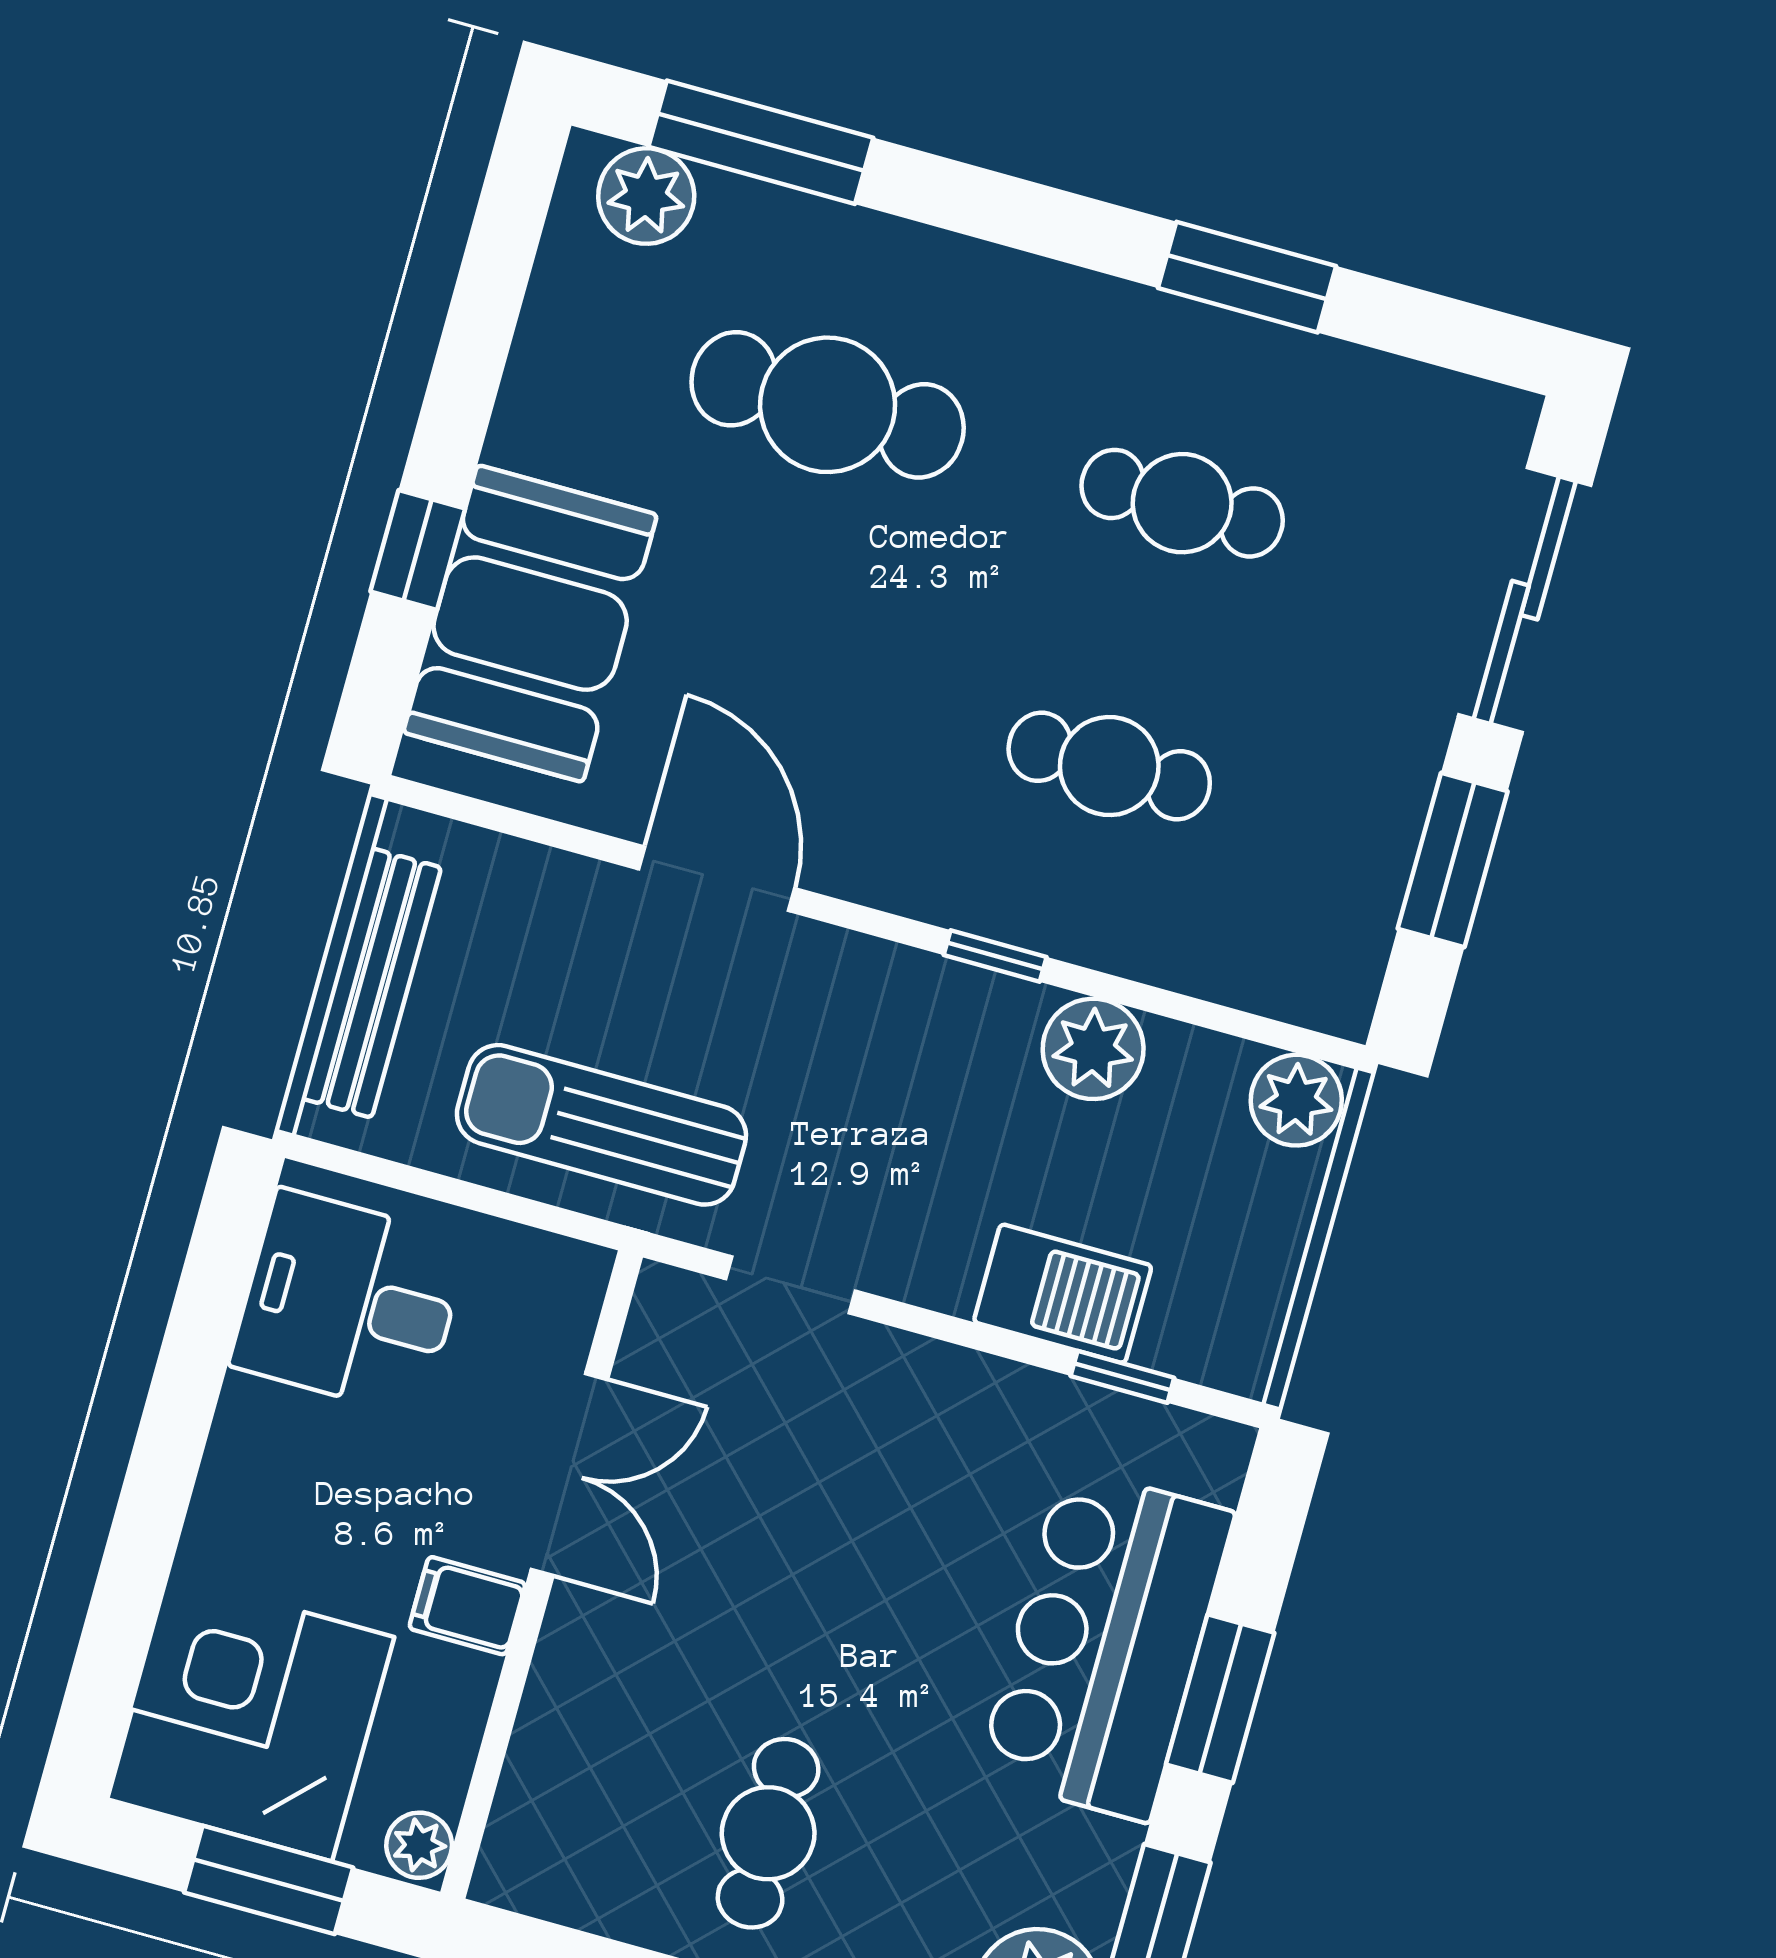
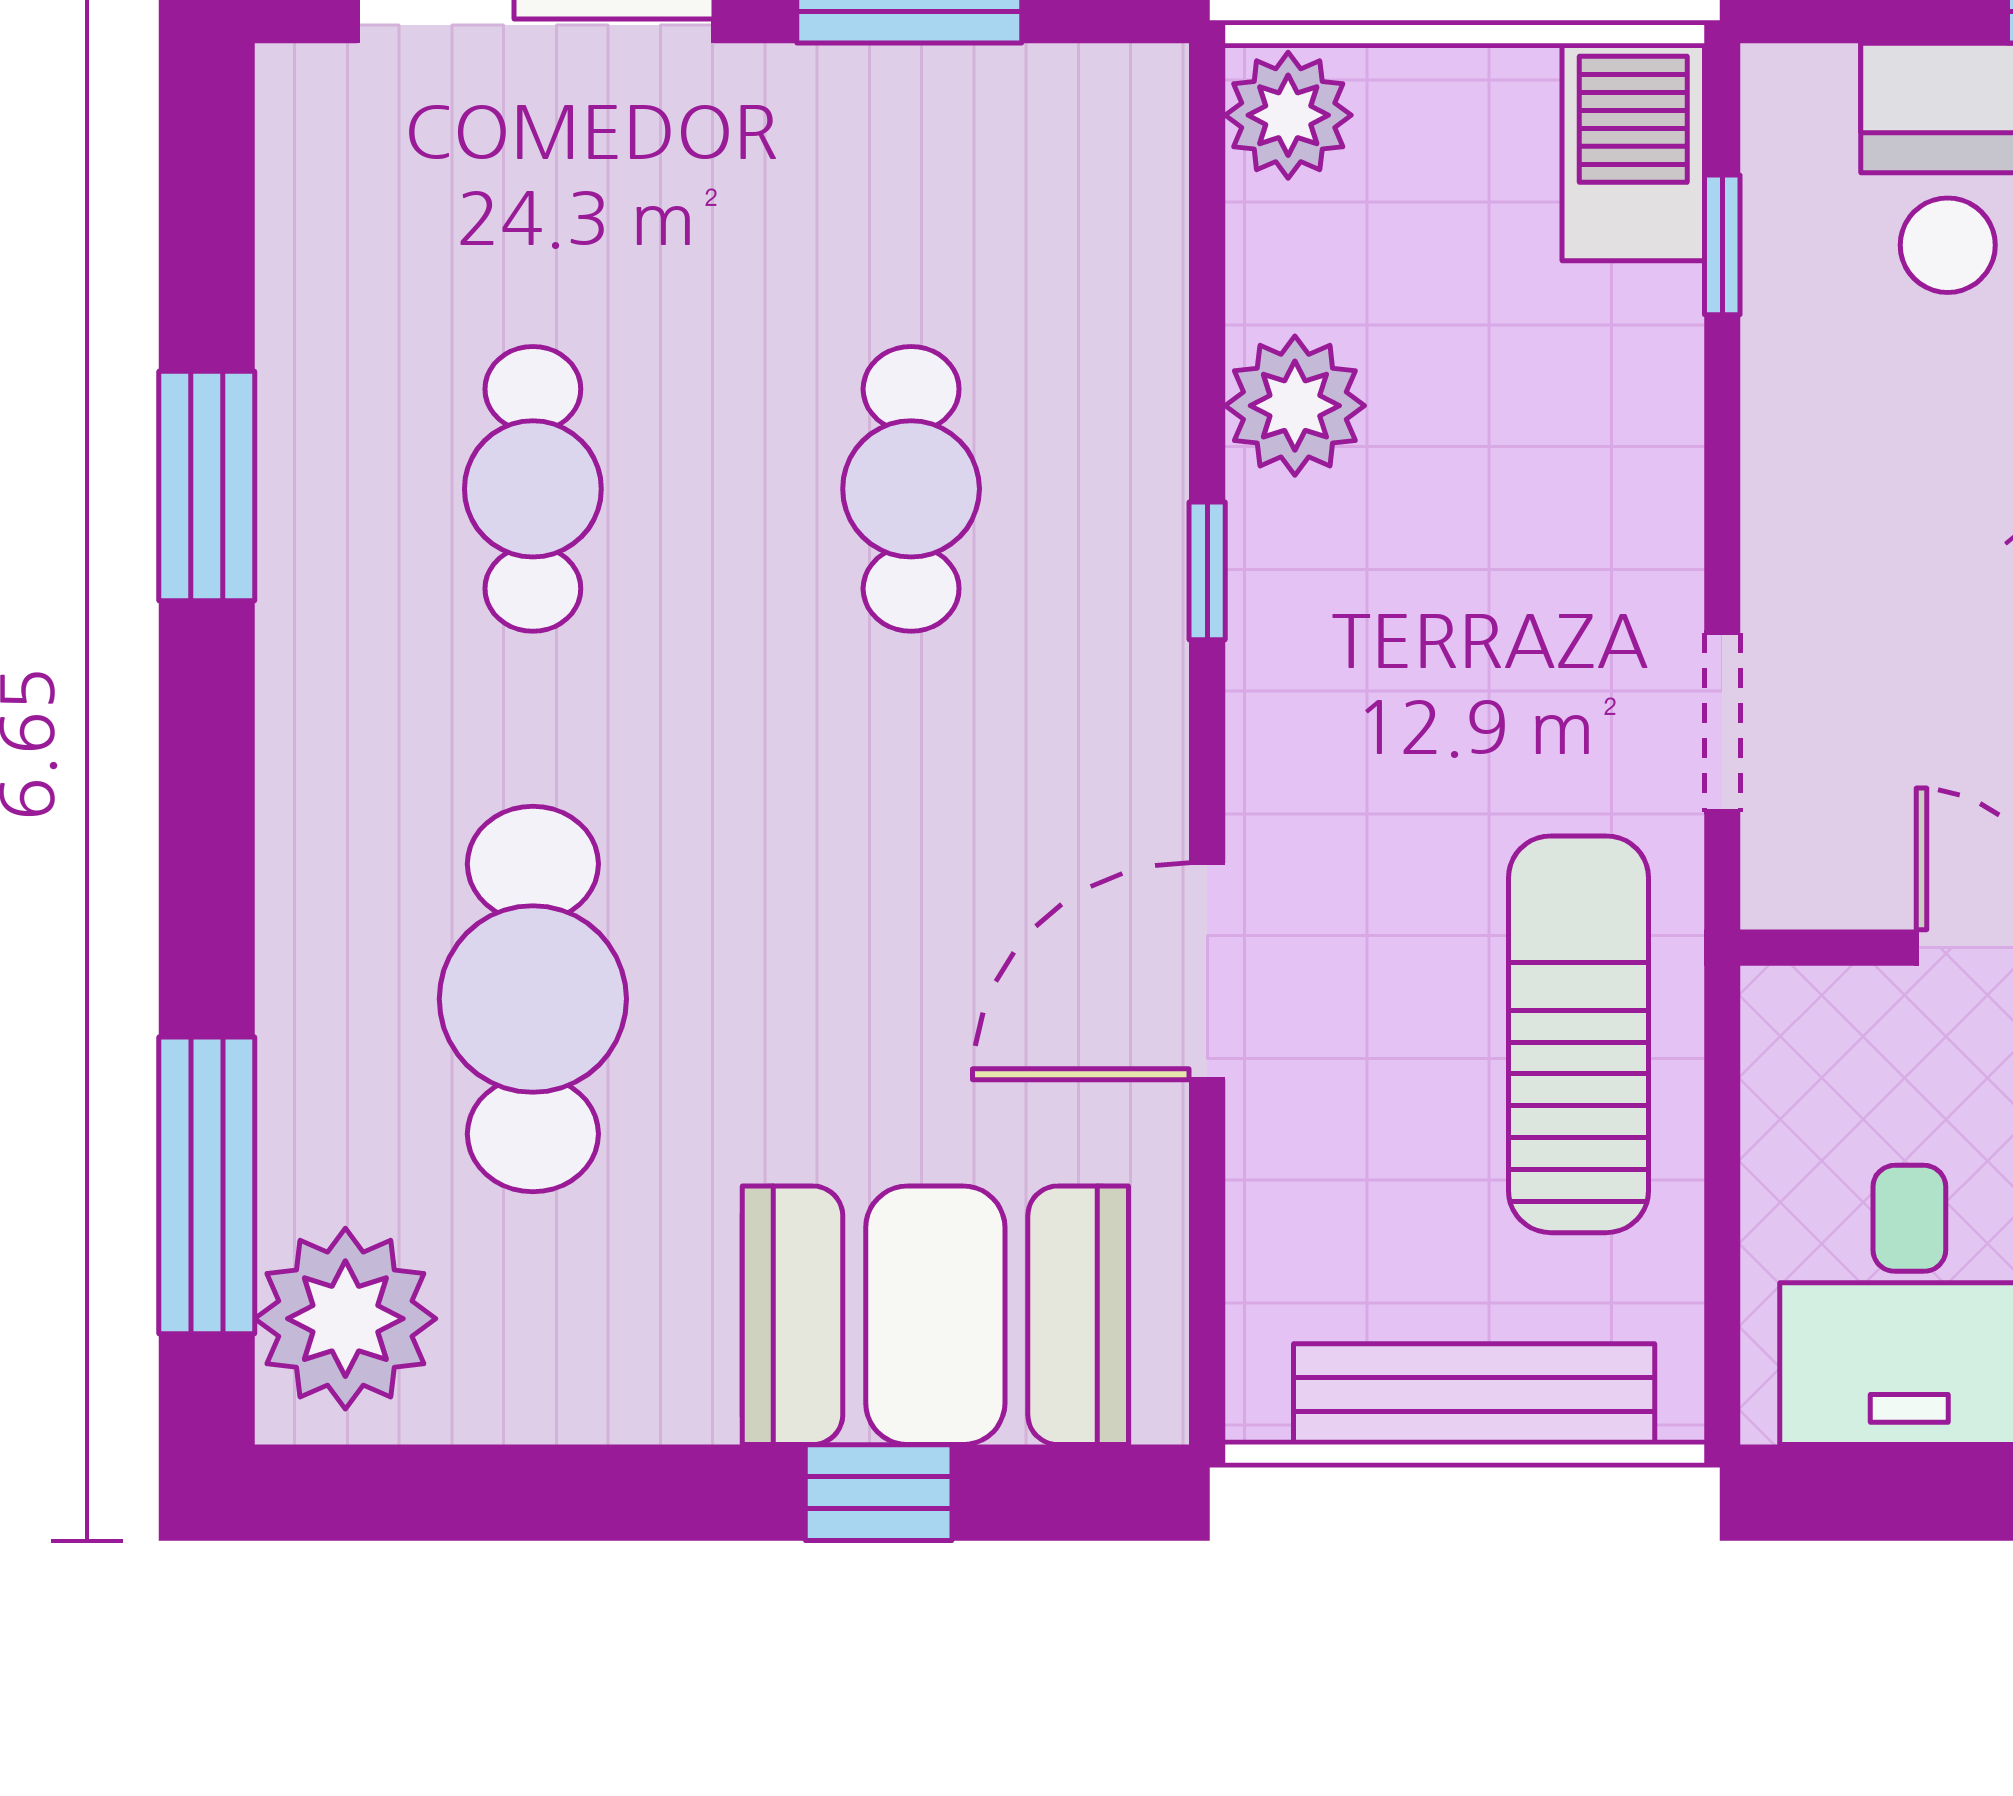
plant: (646, 196) -> (345, 1319), width x1.36, depth x1.36
sun lounger: (601, 1125) -> (1578, 1034), turned 180
barbecue: (1063, 1294) -> (1633, 152), moved

